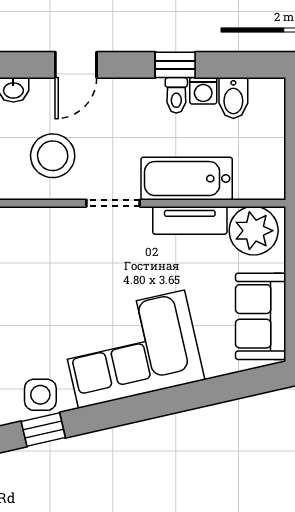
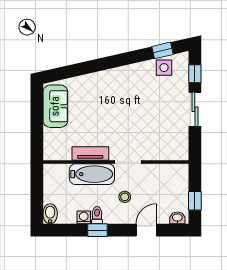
bidet: (233, 98) -> (50, 214), moved
stool: (53, 156) -> (125, 197), moved, width x0.53, depth x0.53
plant: (254, 231) -> (59, 148), removed
corner sofa: (132, 349) -> (119, 90), removed

